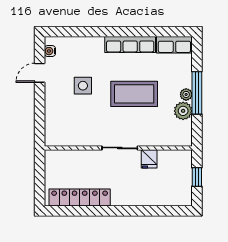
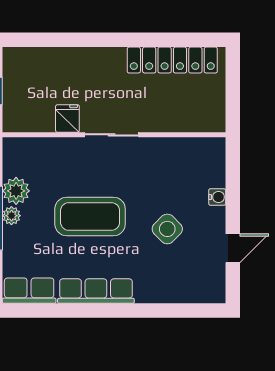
water cooler: (50, 51) -> (217, 197), moved
side table: (83, 86) -> (167, 229), turned 45

